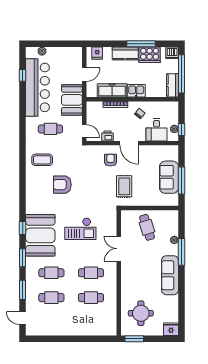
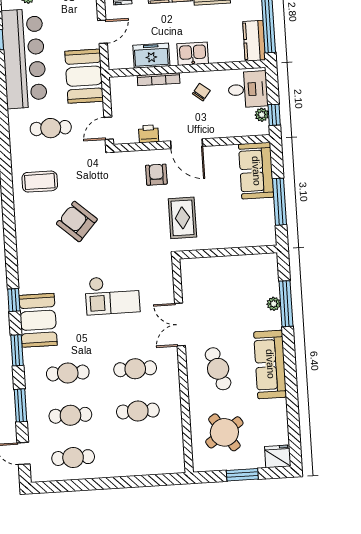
freezer: (112, 90) -> (151, 56), width x0.71
desk: (157, 130) -> (248, 89), moved, turned -90
door: (84, 131) -> (109, 128), swing flipped
sofa: (169, 177) -> (256, 171), moved
armchair: (62, 185) -> (77, 221), turned 42
cafe table: (147, 227) -> (218, 369), moved
booth: (40, 235) -> (38, 320), width x0.73, depth x0.70
window: (182, 252) -> (286, 304), moved
round table: (141, 313) -> (224, 432), turned -34
cafe table: (51, 322) -> (73, 458), added
window: (134, 339) -> (242, 475), moved

